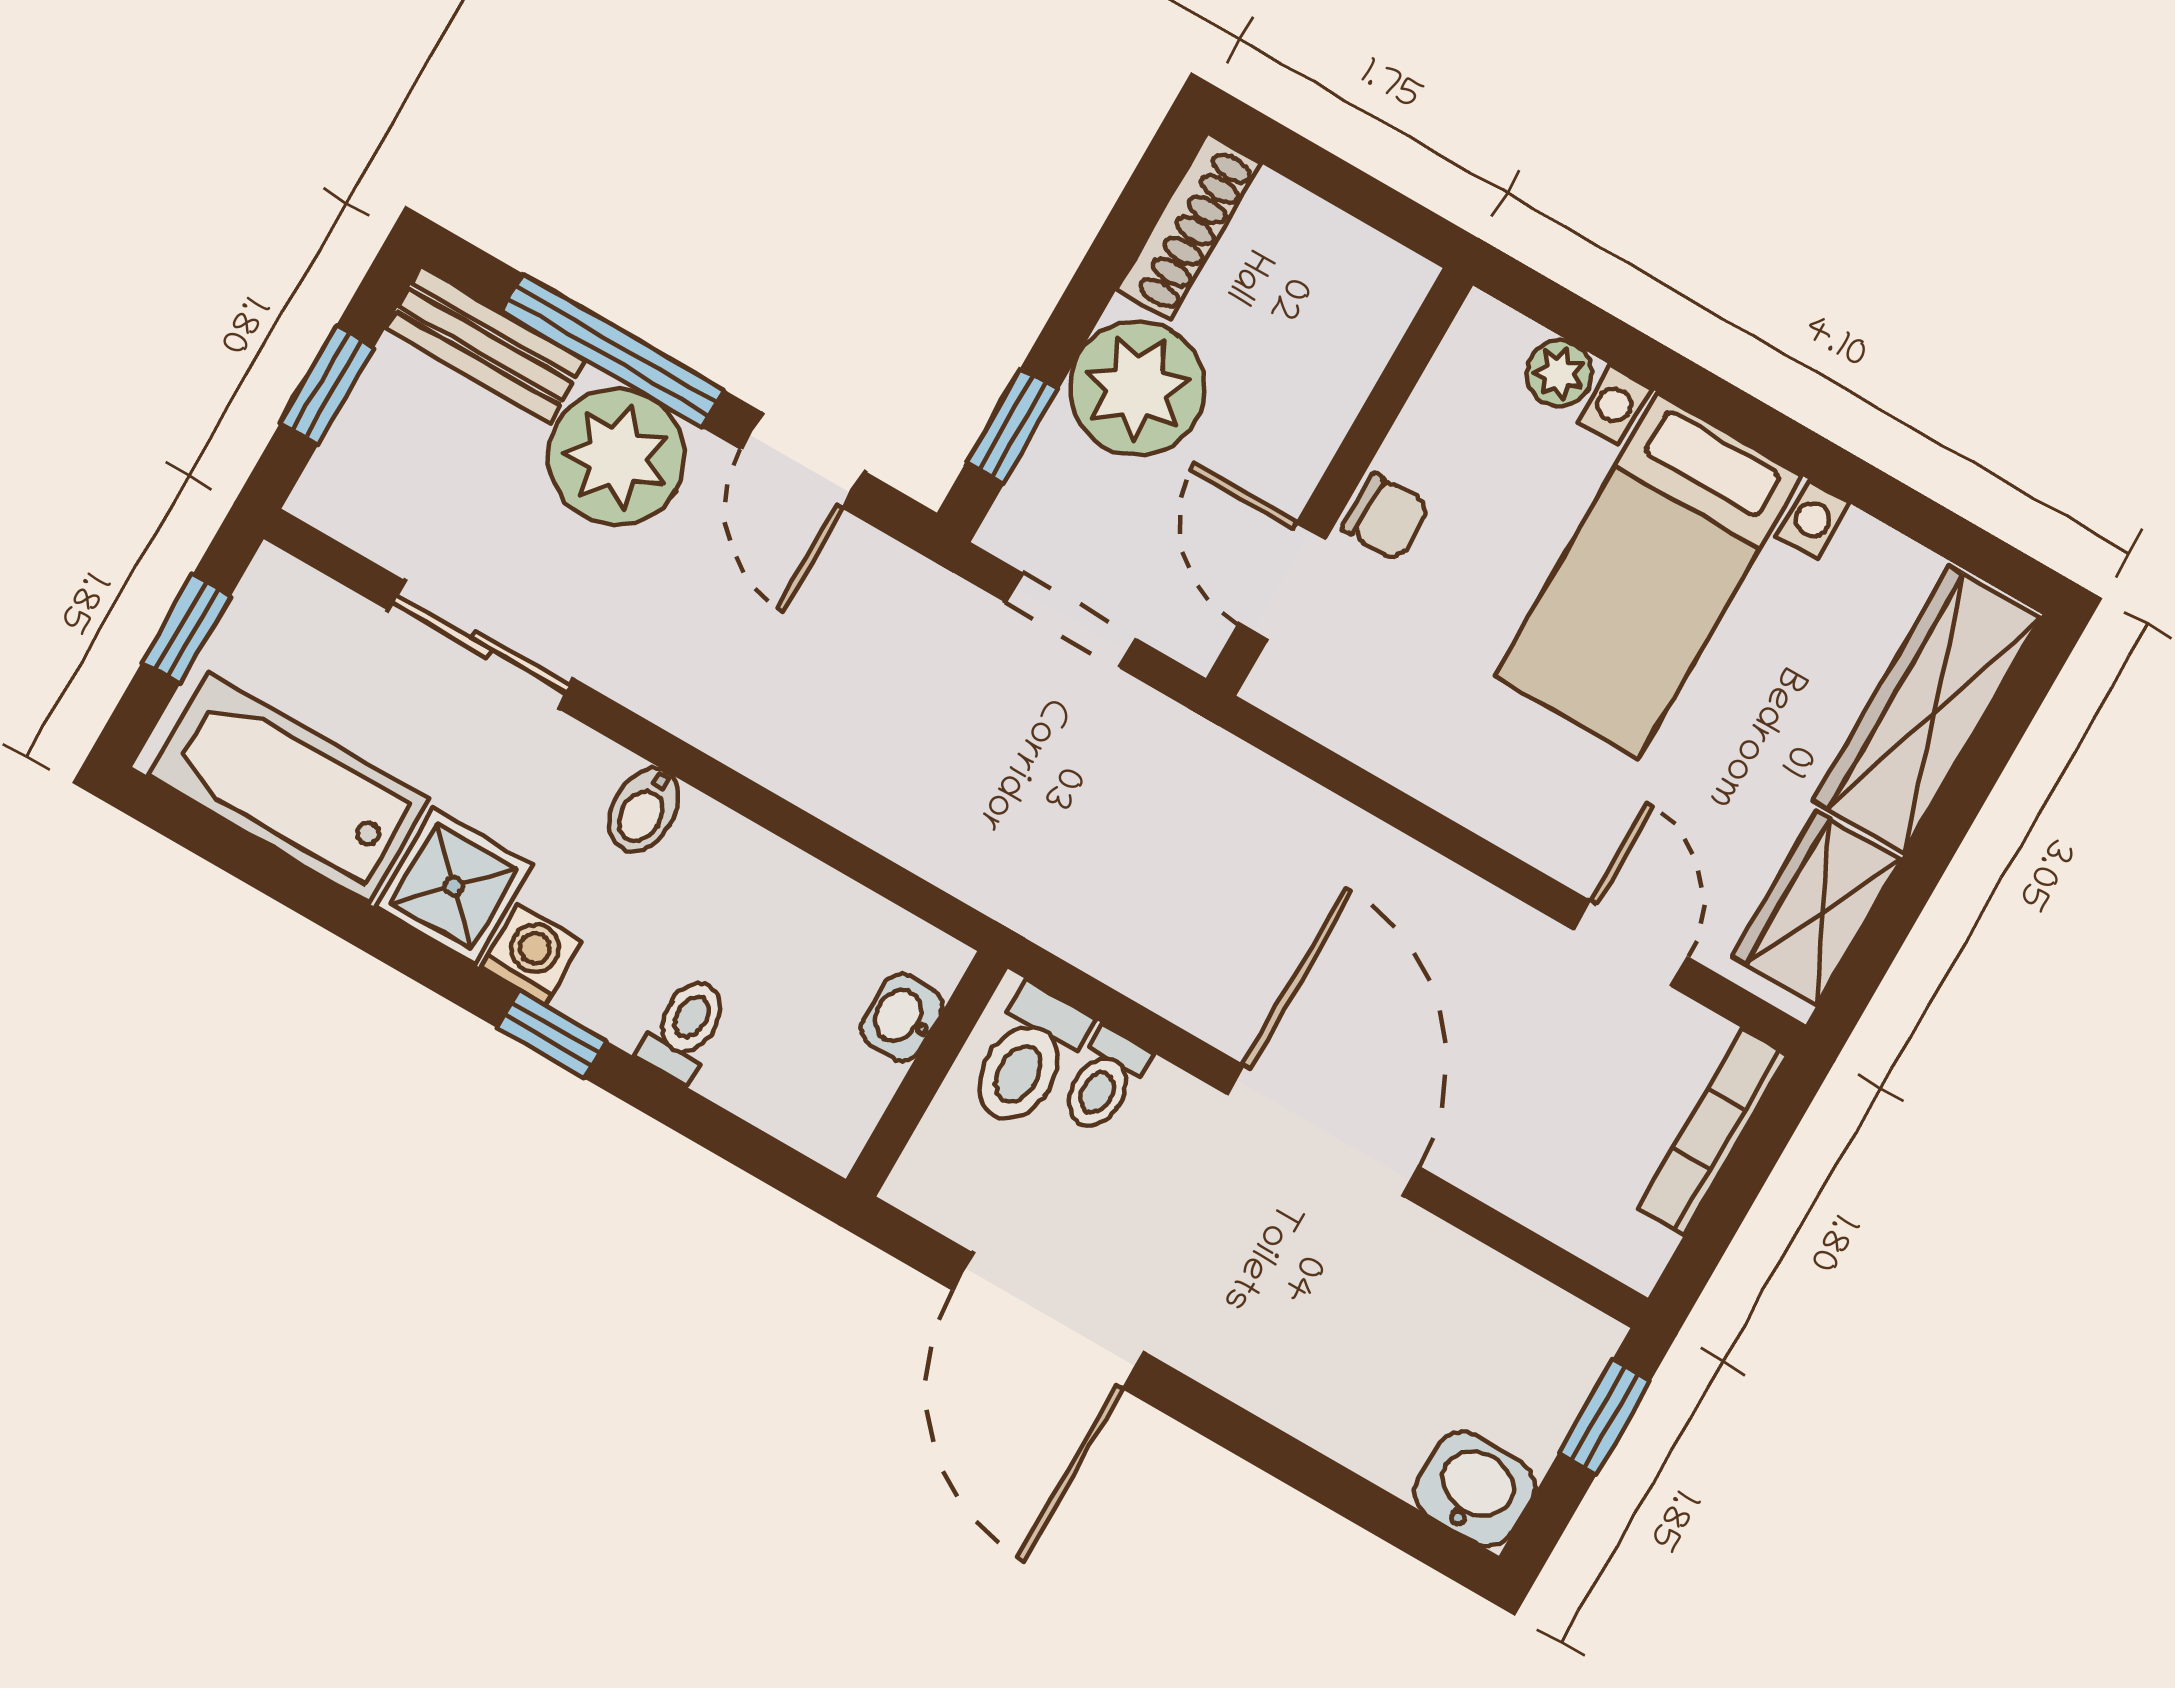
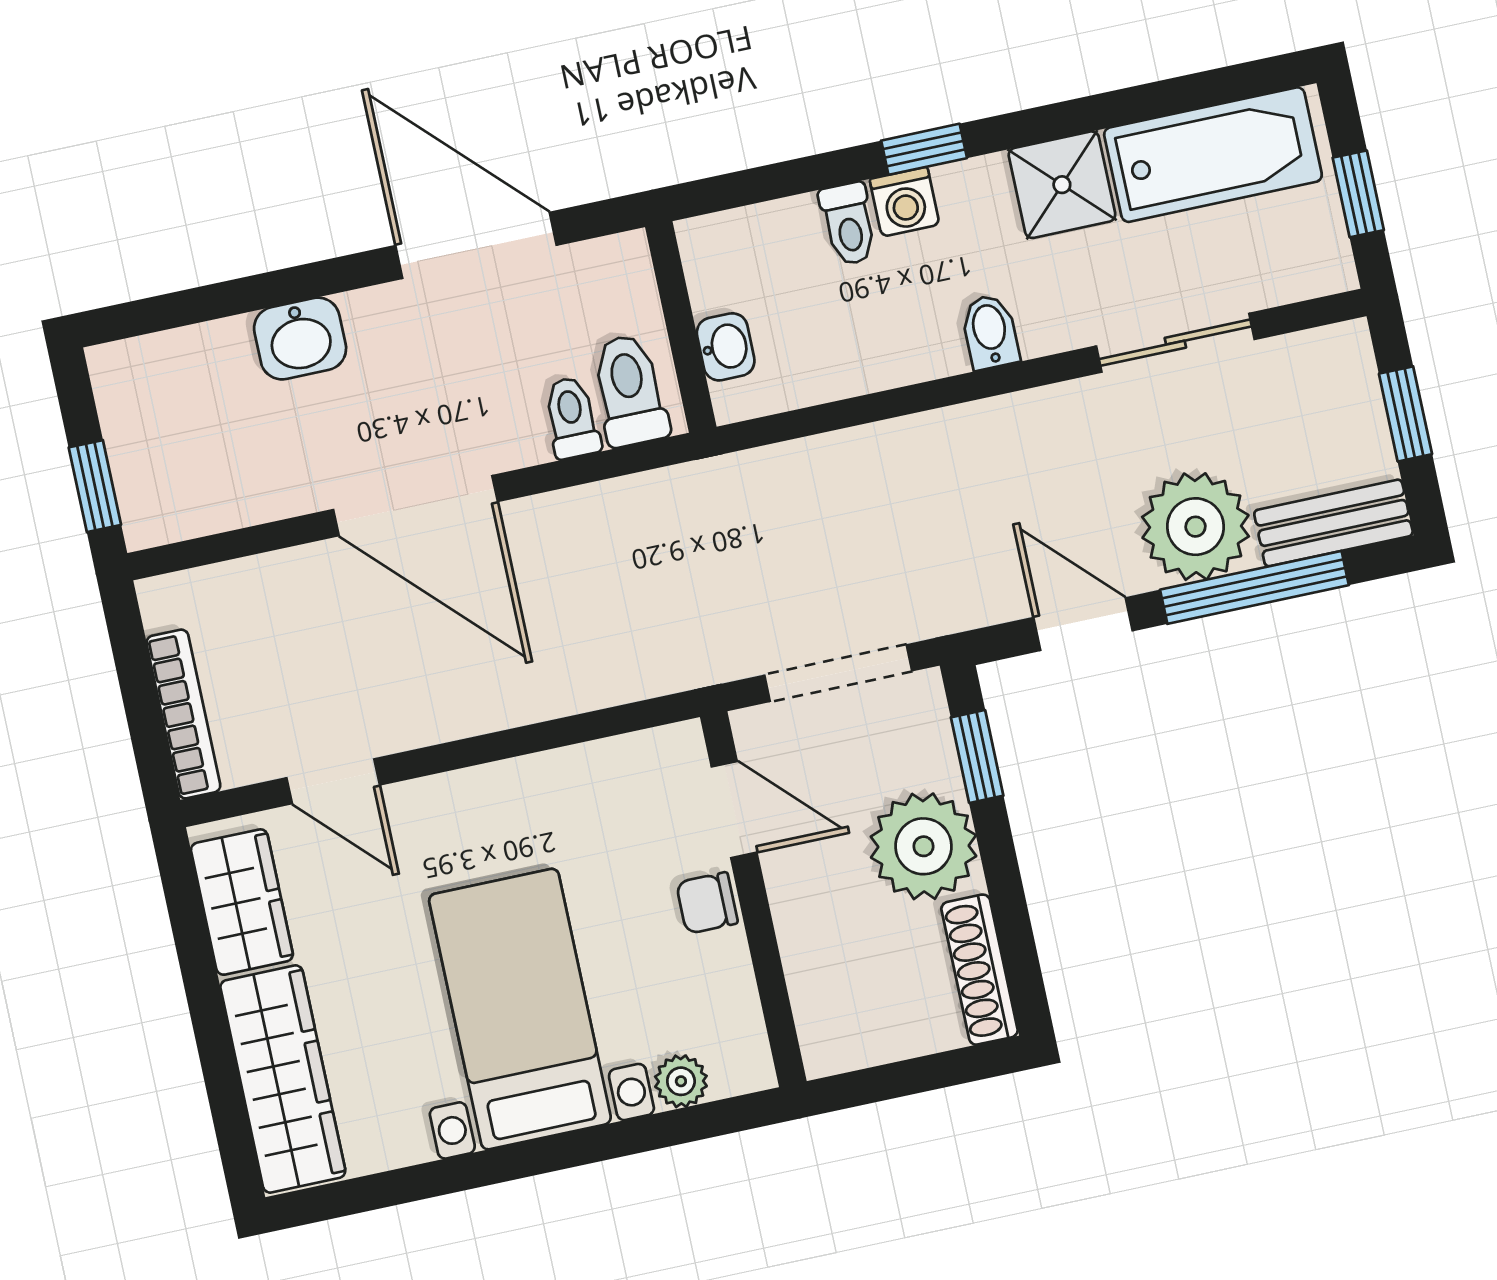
doorway: (1071, 620) -> (838, 673), width x1.38
washing machine: (532, 955) -> (905, 202), moved
washbasin: (1475, 1489) -> (300, 339), moved

